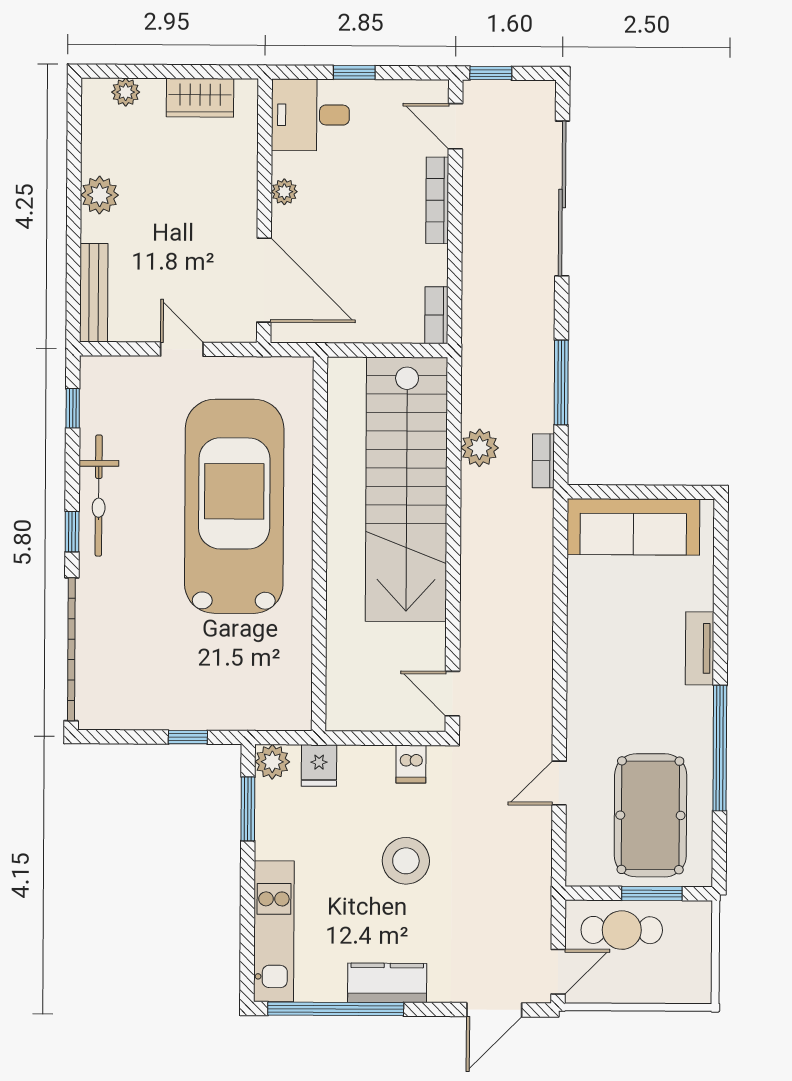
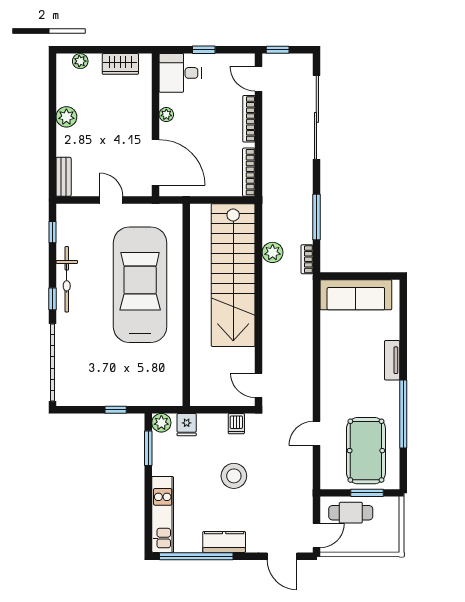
bench: (94, 293) -> (64, 177), width x0.73
bookcase: (436, 315) -> (249, 172), width x1.56
door: (494, 1010) -> (282, 556), hinge flipped

